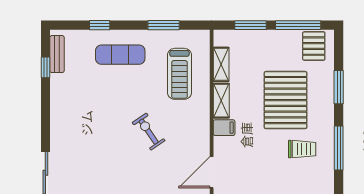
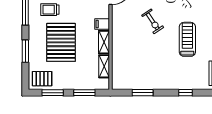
window: (298, 25) -> (53, 93), width x0.69
pallet: (314, 46) -> (42, 79), turned 90
exercise mat: (120, 55) -> (172, 73), removed
treadmill: (179, 74) -> (187, 39), moved

